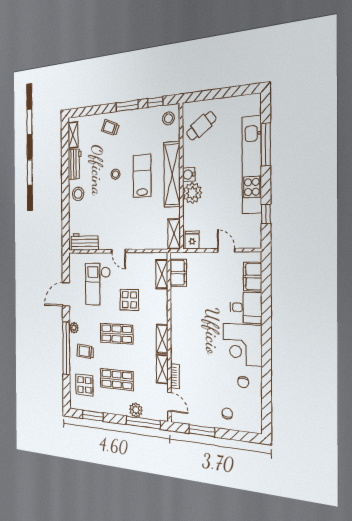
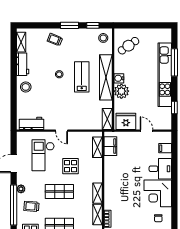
fridge: (192, 240) -> (126, 121), width x1.88, depth x1.34
filing cabinet: (253, 277) -> (165, 148), width x0.50

